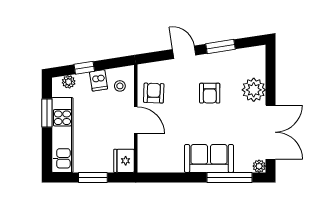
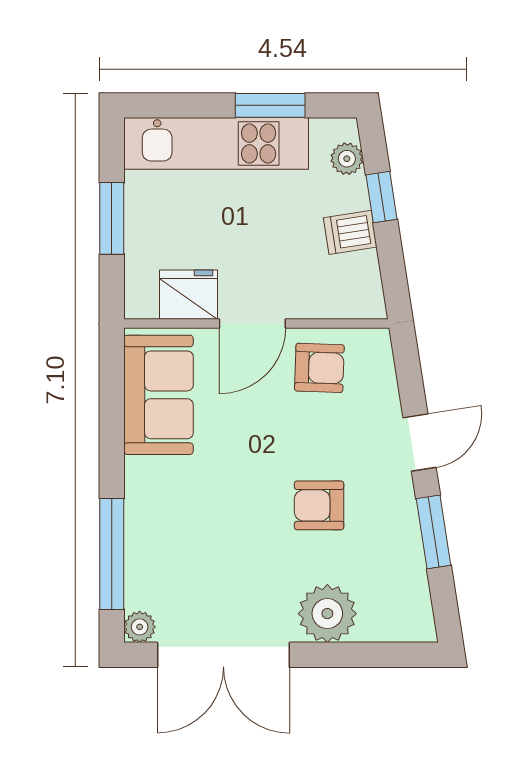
stool: (120, 86) -> (337, 285), removed
sofa: (209, 158) -> (159, 395), moved
fridge: (124, 161) -> (189, 295), moved

